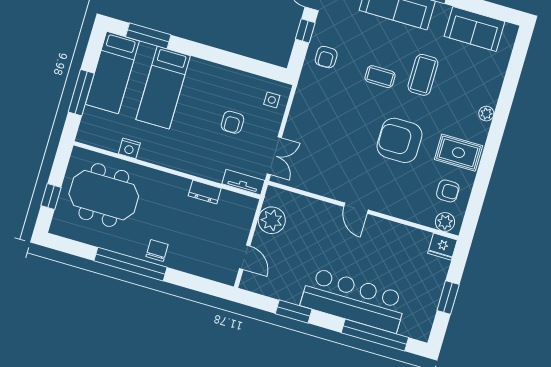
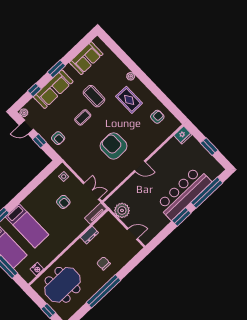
armchair: (399, 140) -> (114, 146), moved, turned 89
nightstand: (129, 148) -> (37, 269), moved
rug: (458, 153) -> (129, 100), moved, turned 90
plant: (445, 222) -> (172, 127), removed
chair: (157, 250) -> (104, 263), moved
window: (294, 311) -> (181, 217), moved

